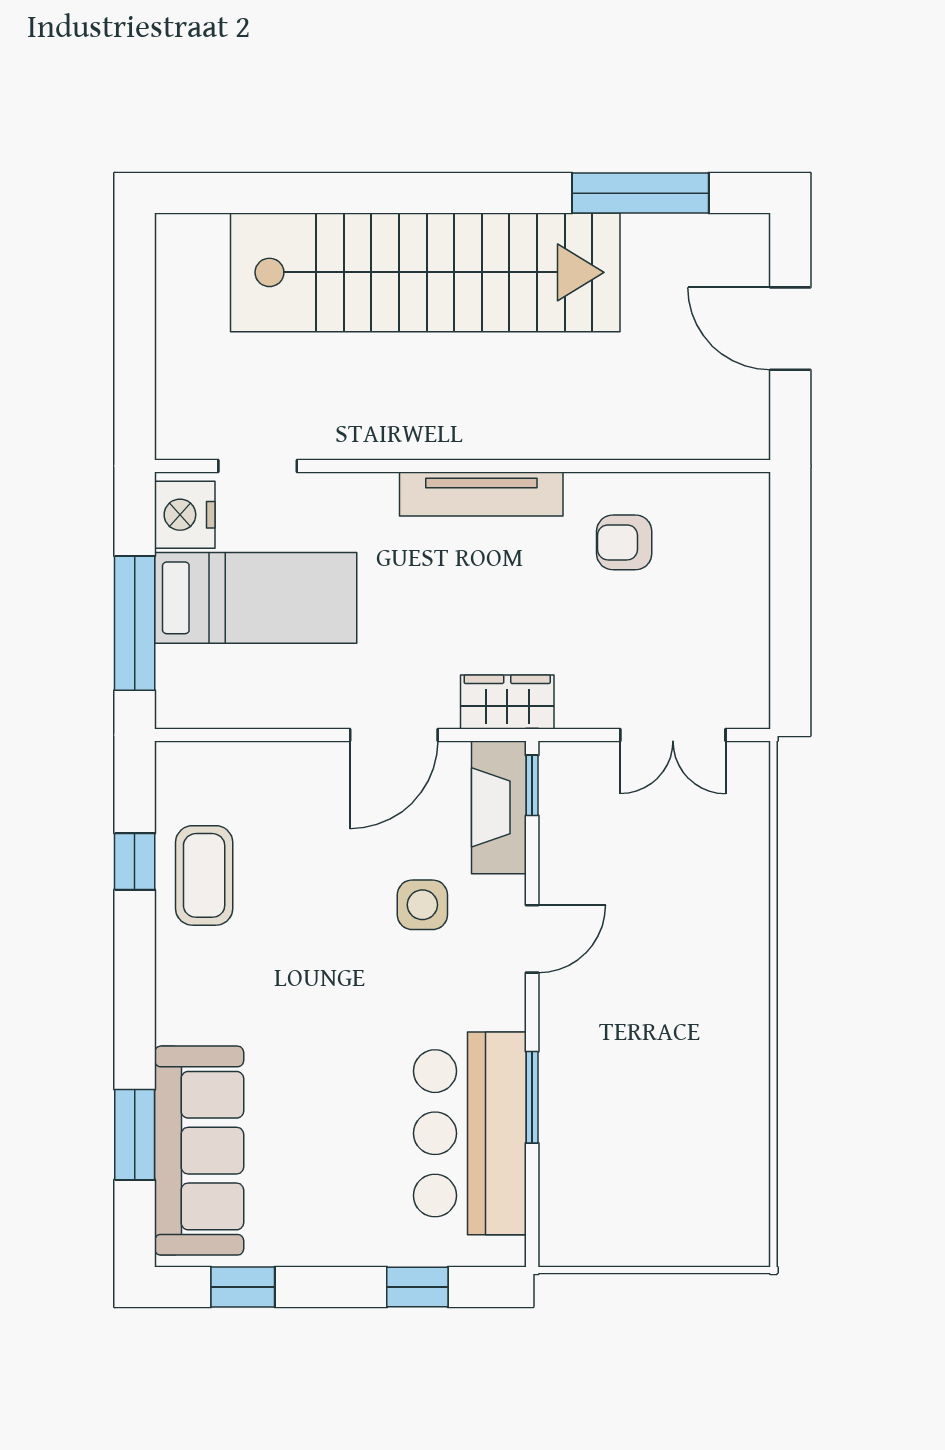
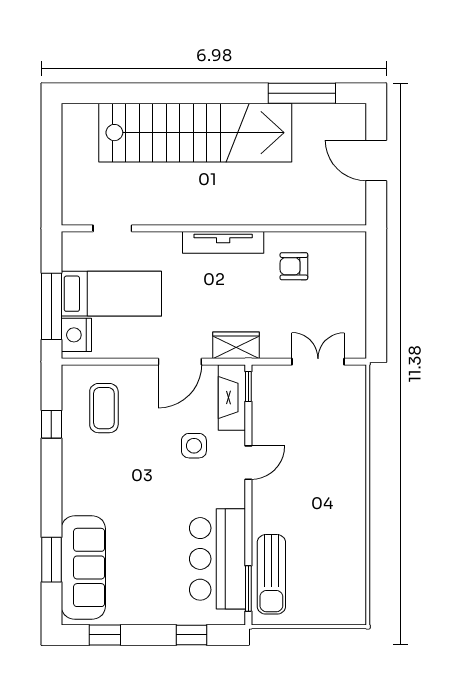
nightstand: (185, 515) -> (76, 335), moved
double door: (673, 735) -> (318, 362), swing flipped
coffee table: (204, 875) -> (104, 408), moved
window: (532, 1097) -> (248, 588), moved
sun lounger: (579, 1164) -> (271, 574), added

